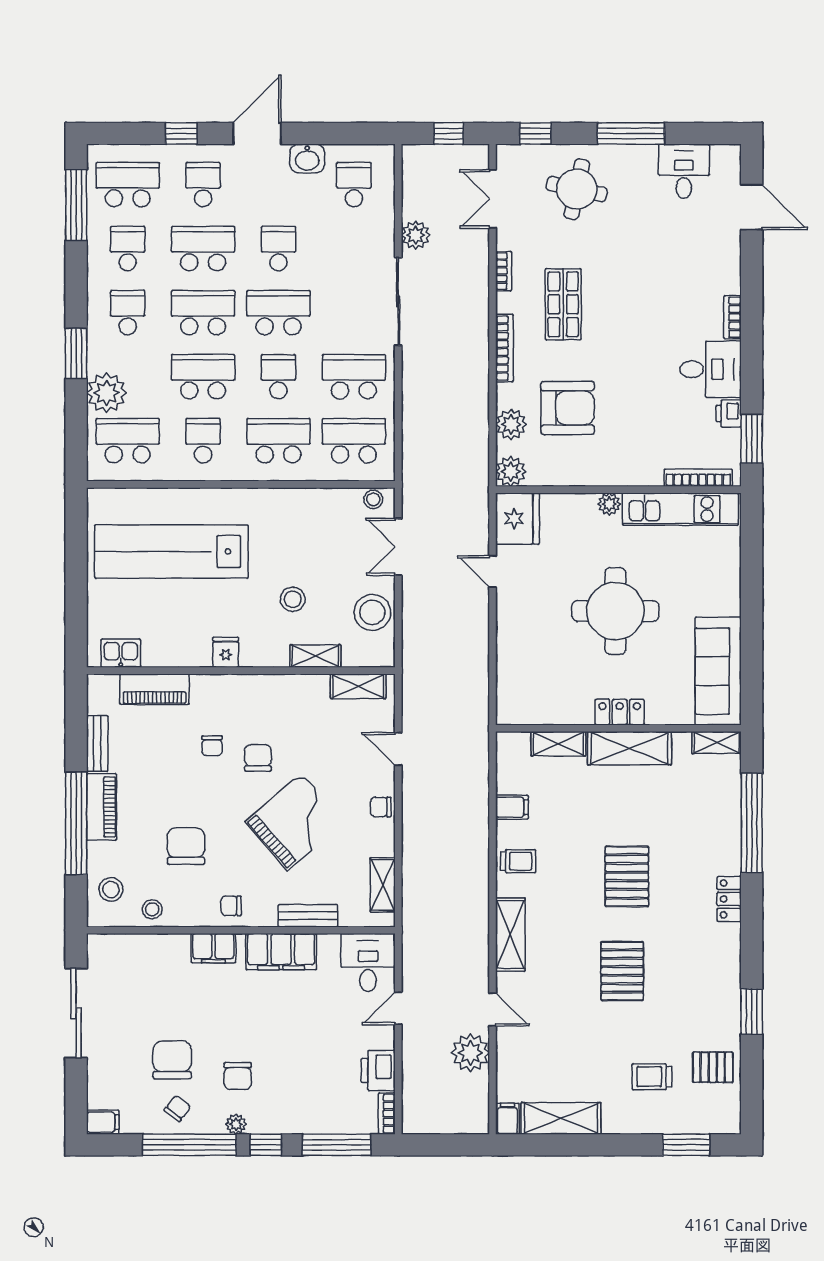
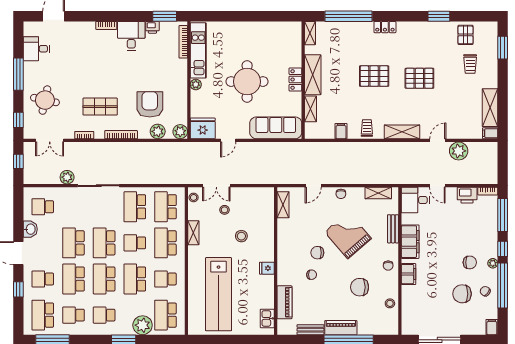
school desk: (278, 249) -> (73, 243), width x1.85
stool: (372, 612) -> (225, 210), moved, width x0.53, depth x0.53
shelving: (315, 656) -> (193, 233), moved
sofa: (718, 671) -> (276, 128), moved, turned 180
stool: (111, 889) -> (380, 323), removed

